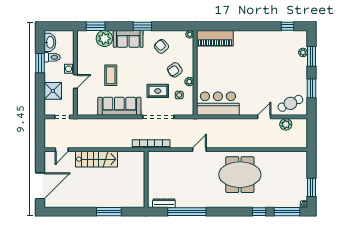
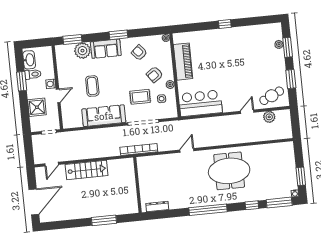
window: (288, 26) -> (225, 24), moved
piano: (215, 38) -> (183, 62), moved, turned -90
window: (187, 212) -> (208, 210), moved

